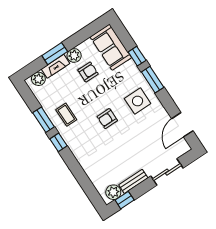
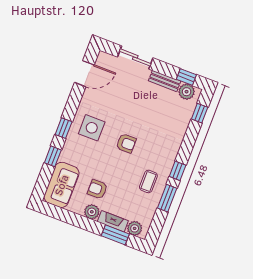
window: (55, 54) -> (115, 235), moved
window: (153, 80) -> (64, 128), width x0.67
window: (90, 190) -> (200, 113), added

